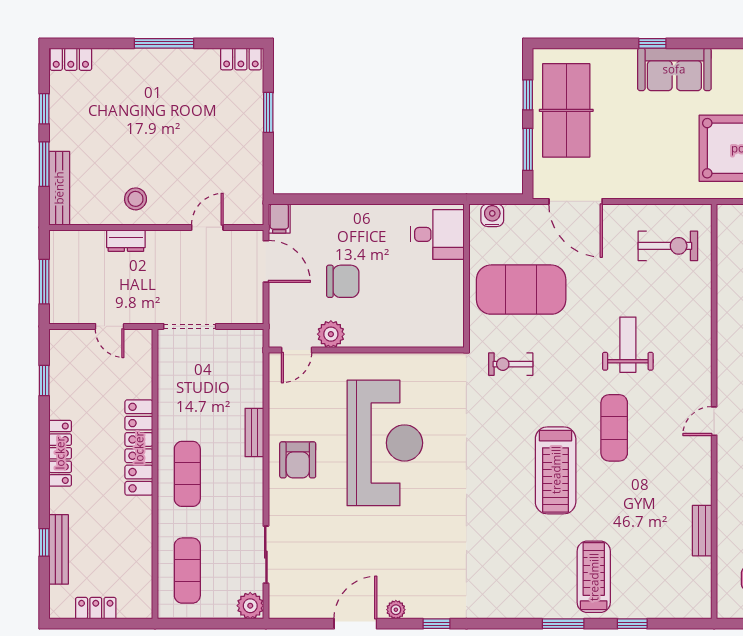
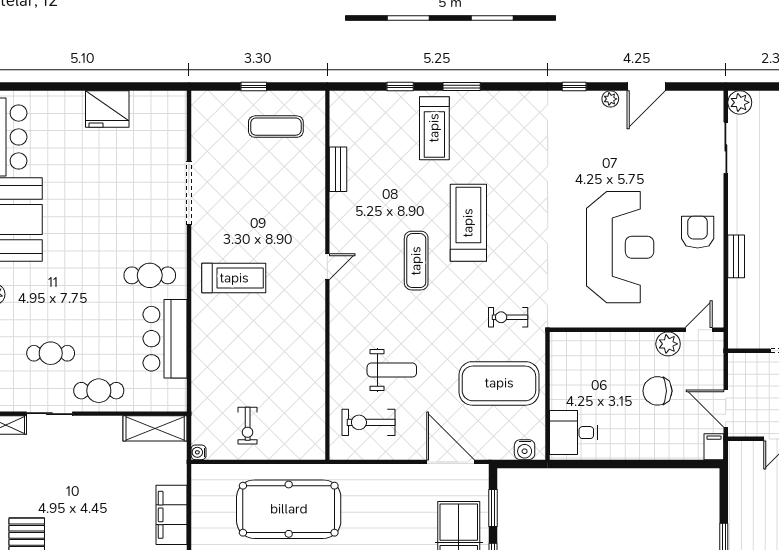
weight bench: (628, 345) -> (392, 370), moved, turned -90
exercise bike: (511, 364) -> (508, 317), turned 180
reception desk: (385, 443) -> (620, 247), turned 180

